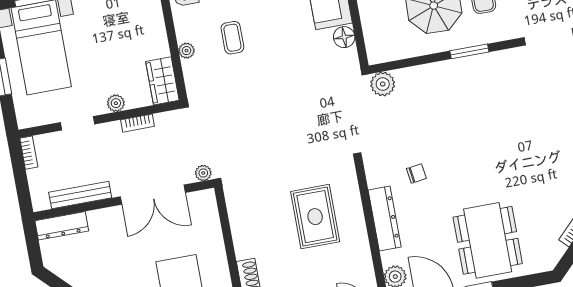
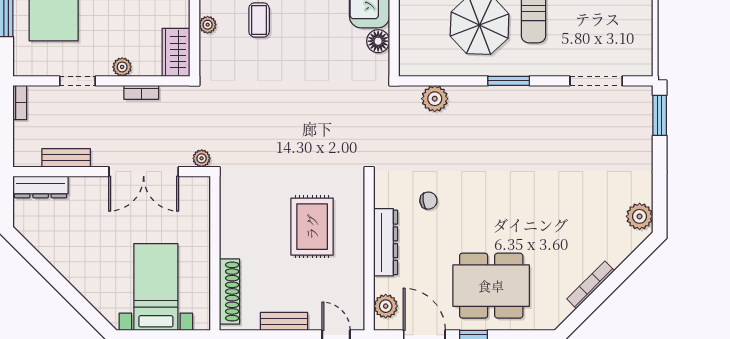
plant: (383, 84) -> (435, 99), moved
bench: (80, 195) -> (66, 158), width x0.73
dining table: (488, 240) -> (491, 286), turned 90

